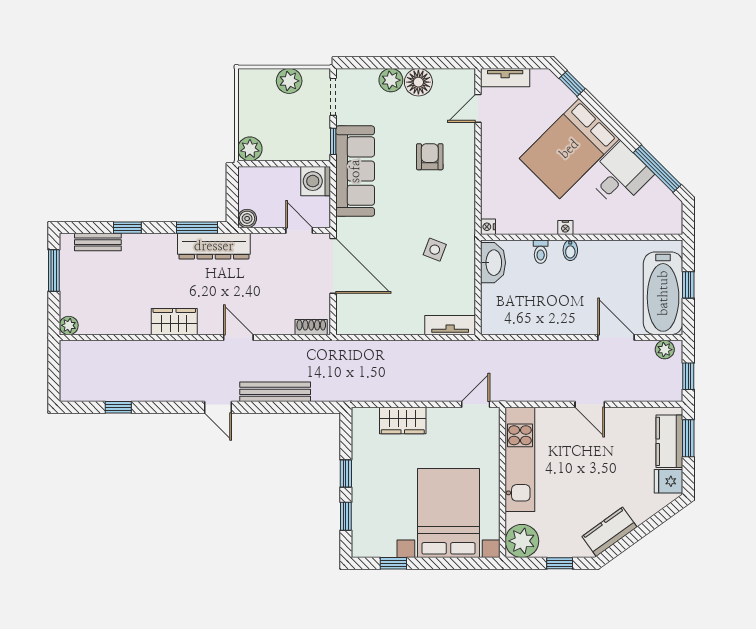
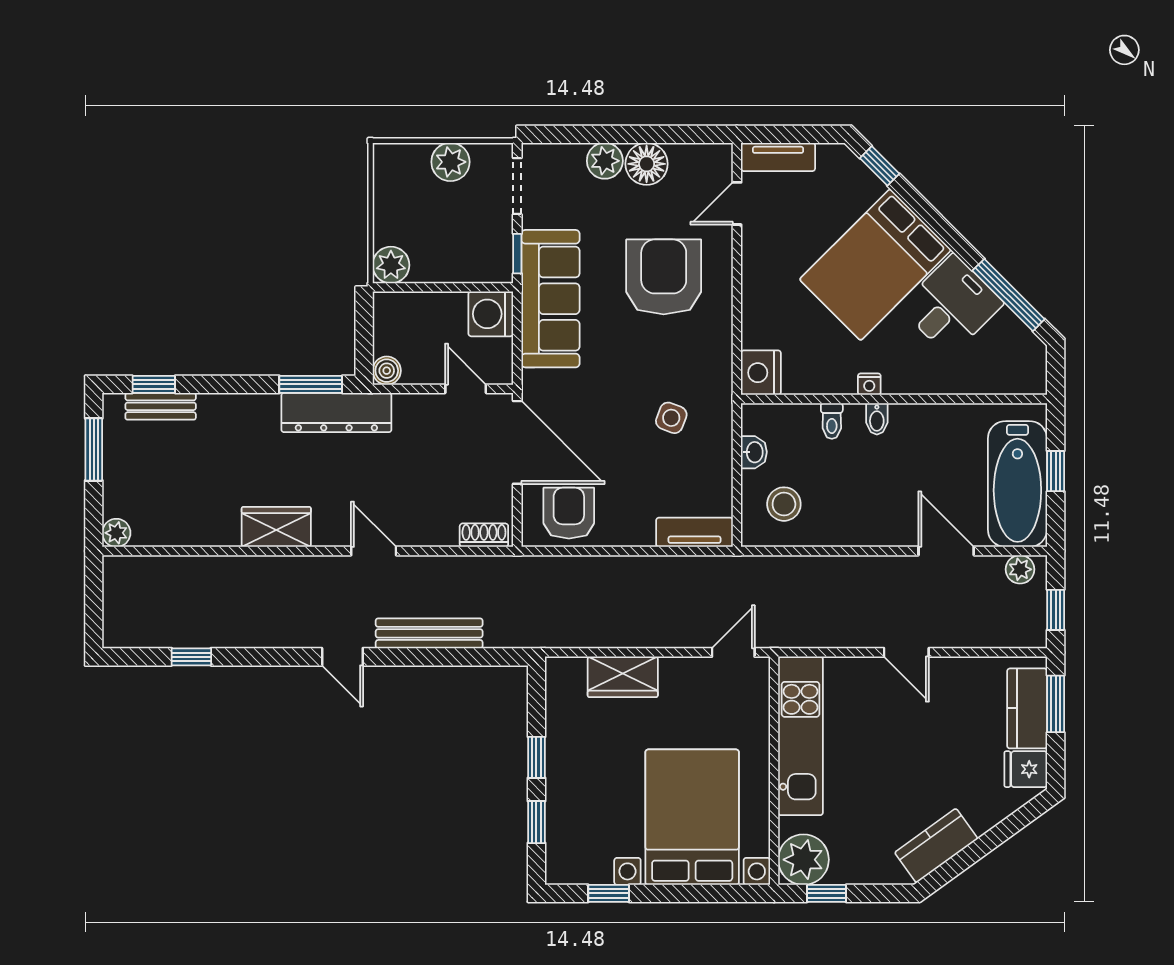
armchair: (430, 157) -> (664, 277), width x1.88, depth x1.88
nightstand: (488, 227) -> (761, 373), width x1.89, depth x1.79
window: (127, 228) -> (154, 384), moved
washbasin: (493, 263) -> (754, 452), width x0.52, depth x0.69
stool: (509, 306) -> (784, 504), added
armchair: (367, 312) -> (569, 513), added
window: (560, 563) -> (827, 893), moved

